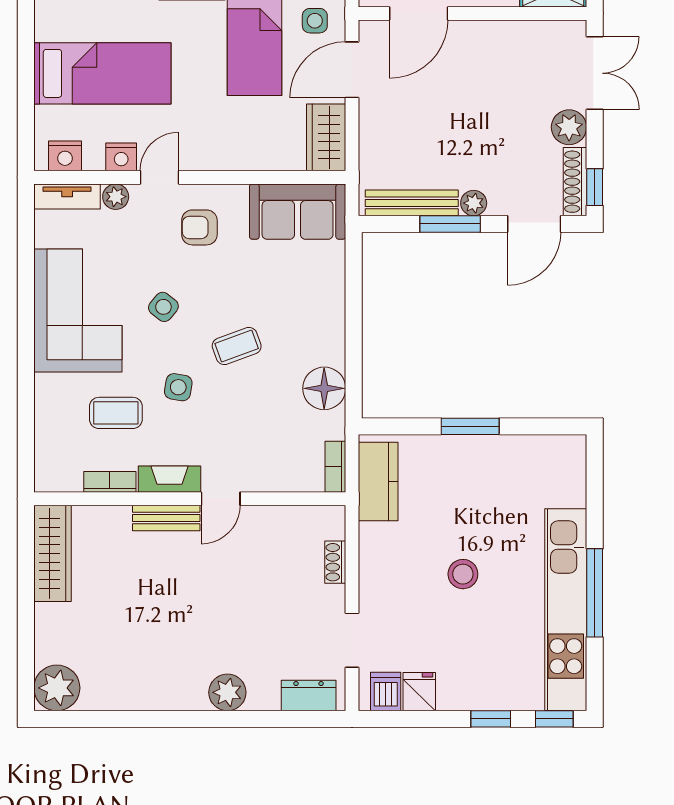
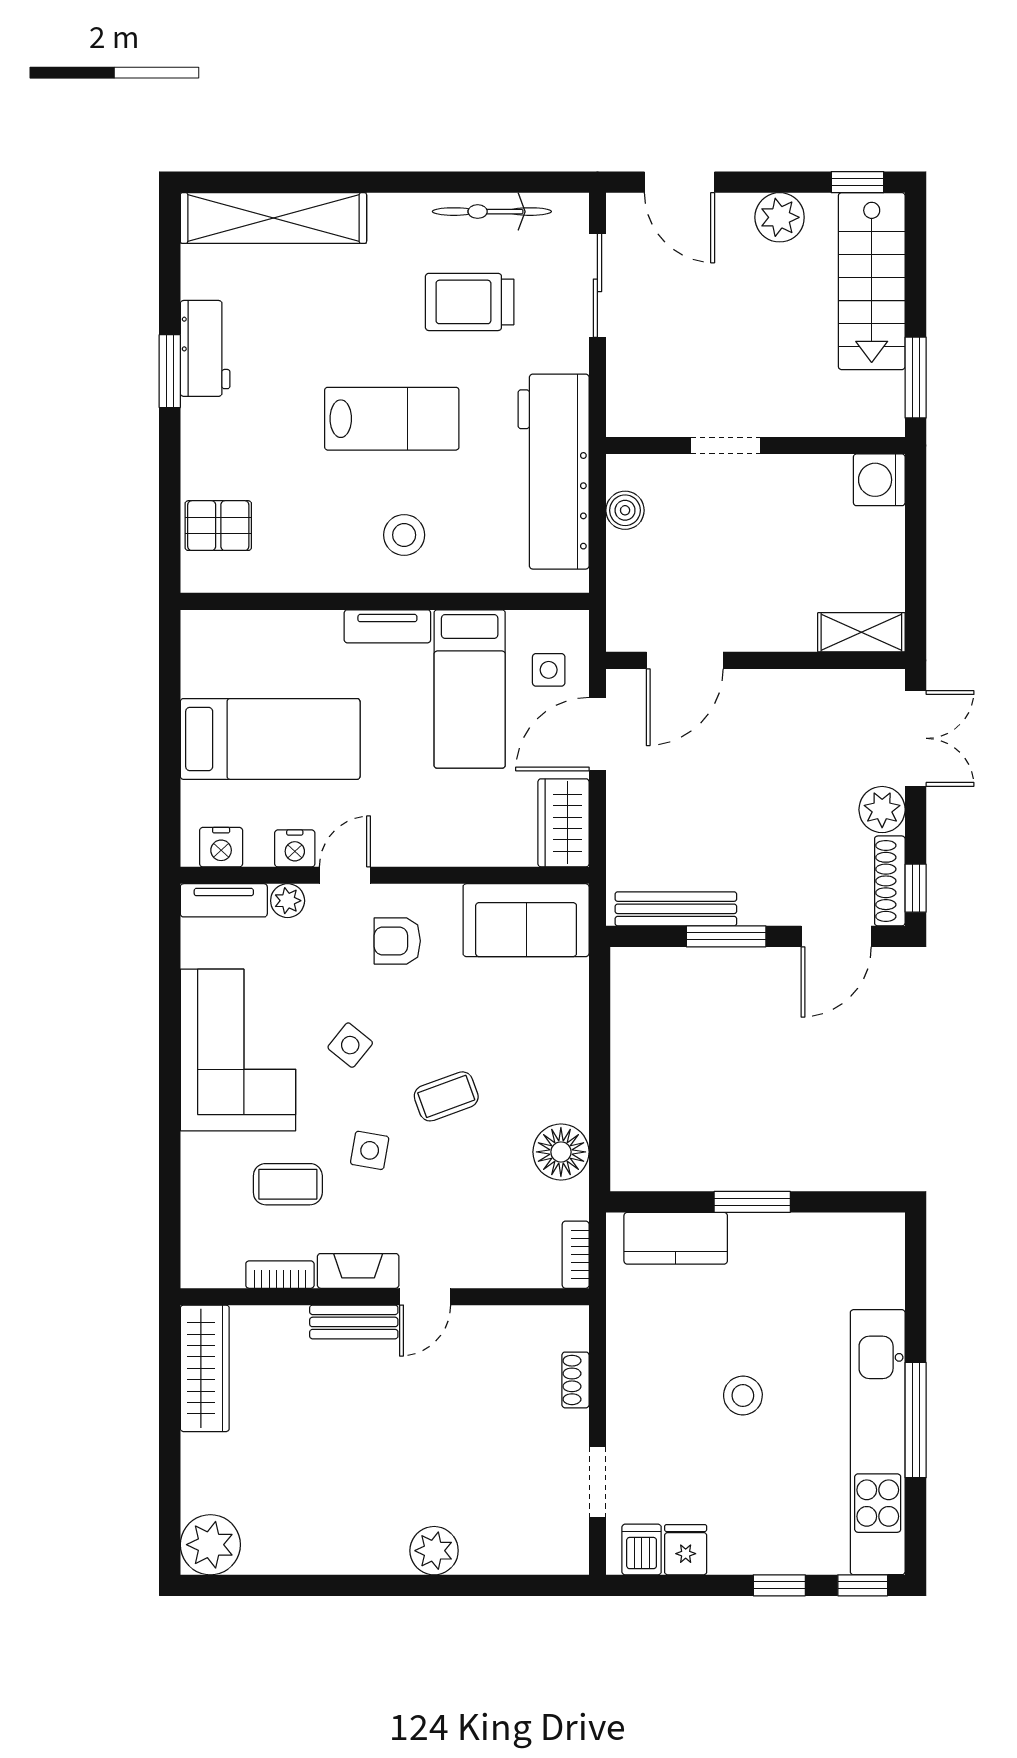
plant: (474, 203) -> (757, 909), removed
kitchen counter: (378, 482) -> (676, 1238), moved, turned 90
dresser: (309, 695) -> (540, 1555), removed

